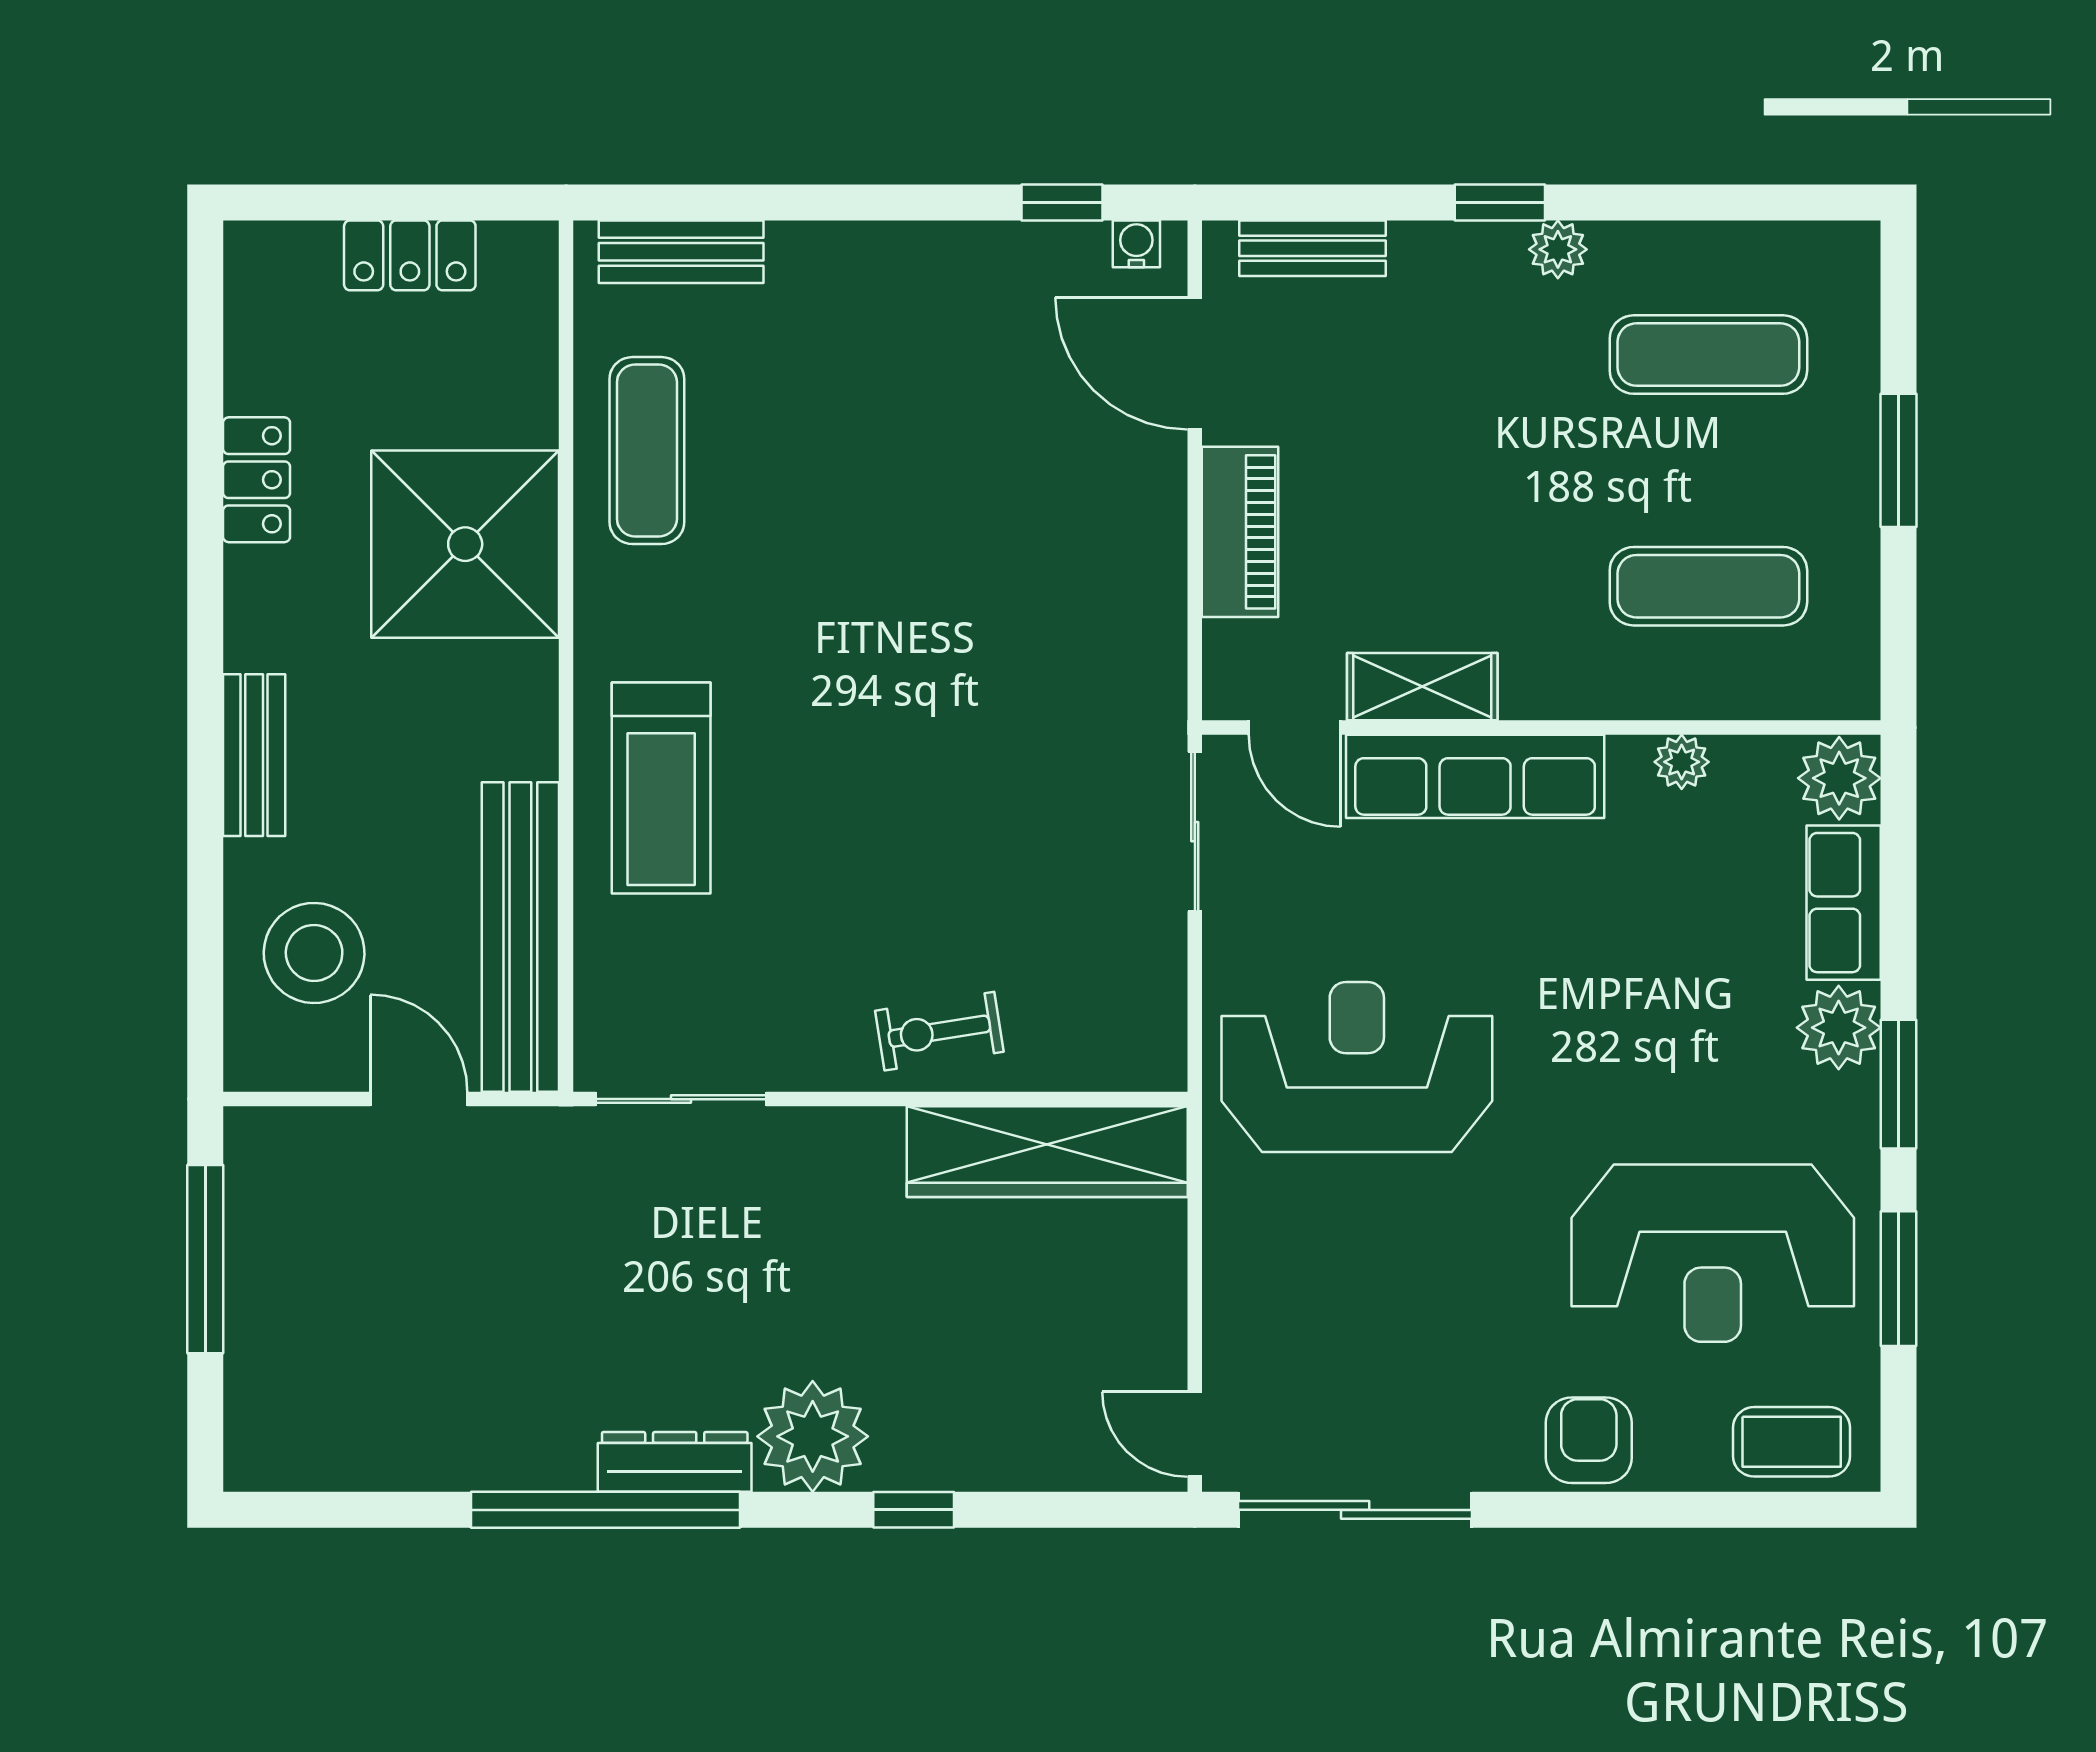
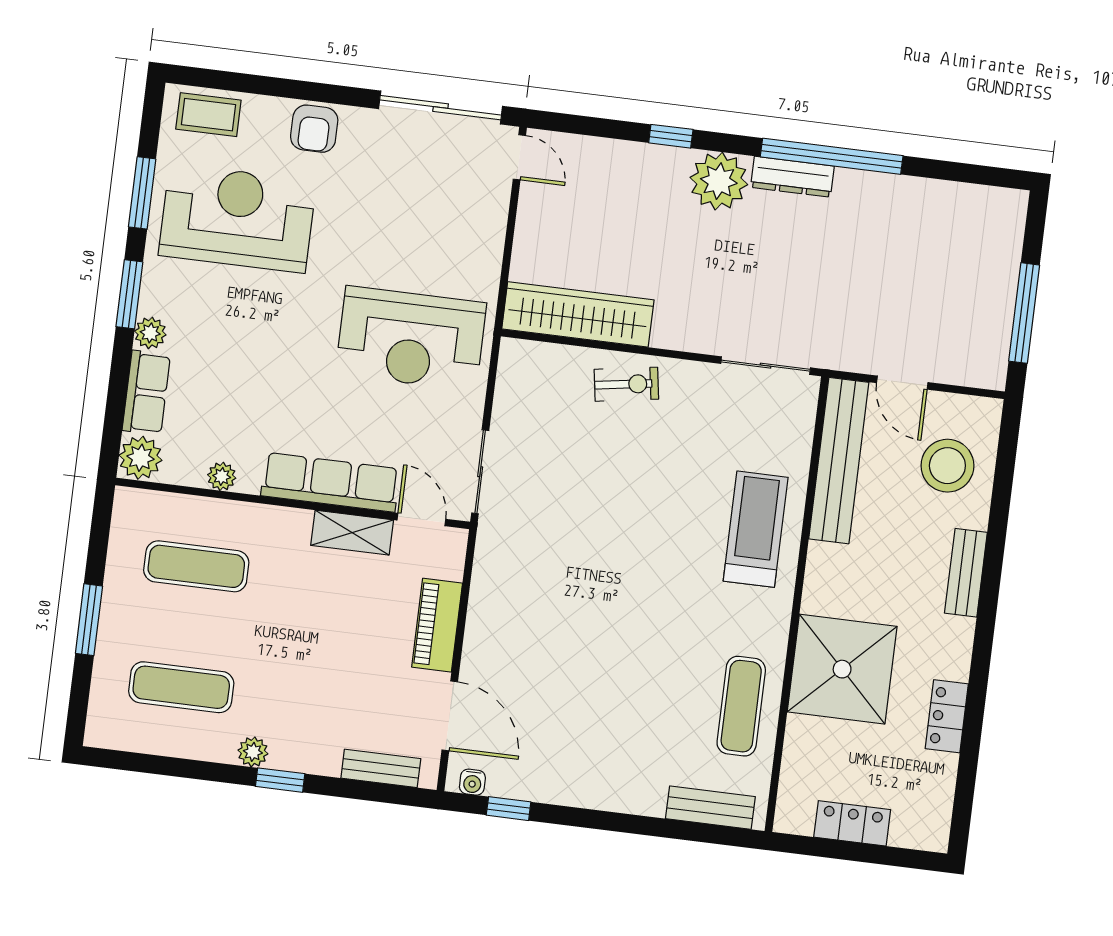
plant: (1839, 1028) -> (150, 333), width x0.73, depth x0.73

